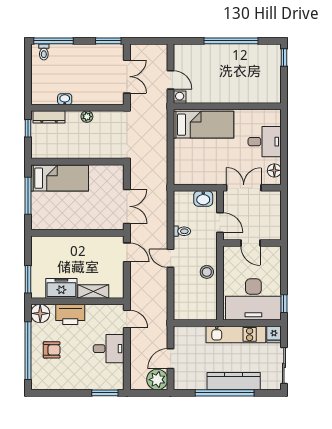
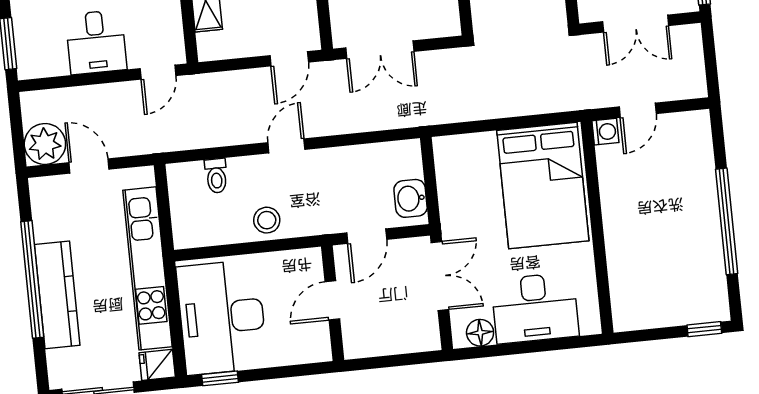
bed: (204, 125) -> (543, 186), width x1.50
desk: (265, 142) -> (535, 308), width x1.37
toilet: (182, 231) -> (216, 176), moved
kitchen unit: (236, 334) -> (148, 268), width x1.36

